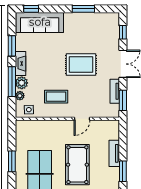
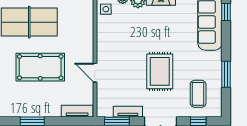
coffee table: (56, 97) -> (198, 94), moved
tv unit: (114, 153) -> (77, 111), moved

